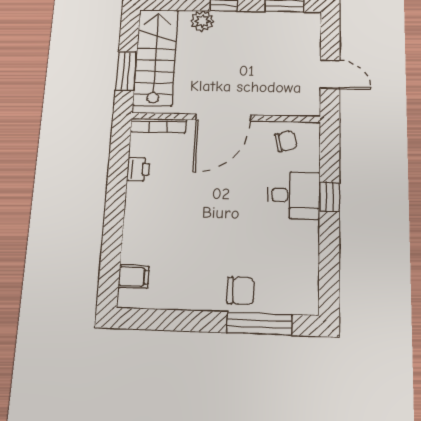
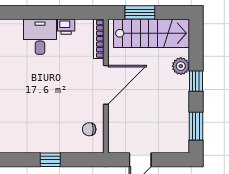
door: (223, 117) -> (106, 85), swing flipped
chair: (286, 141) -> (89, 129), turned 104
desk: (294, 195) -> (40, 37), moved, turned 180

